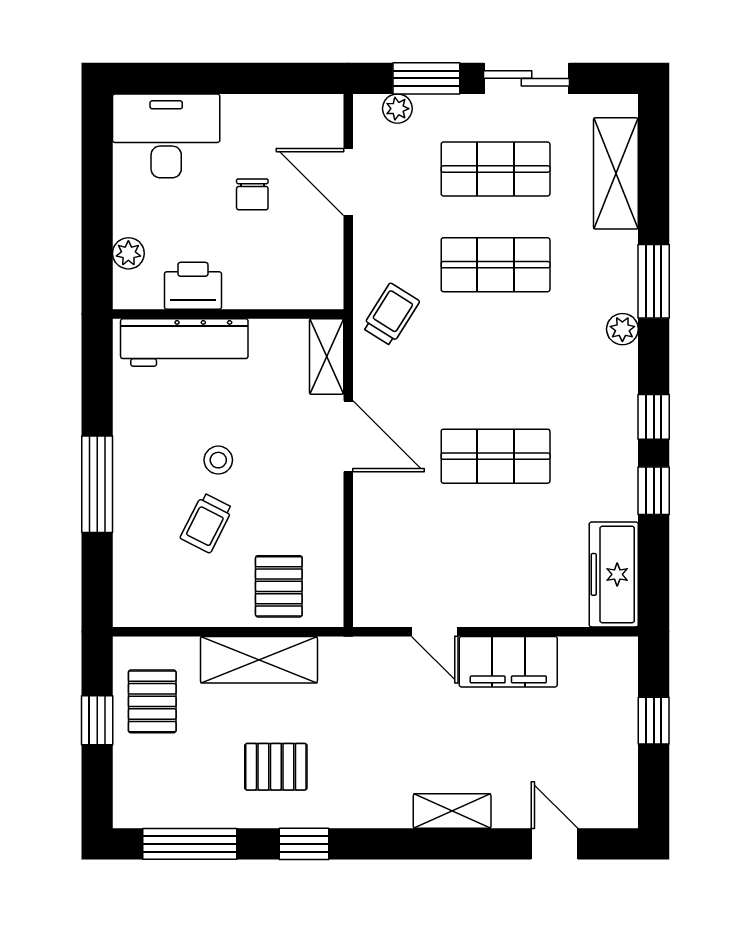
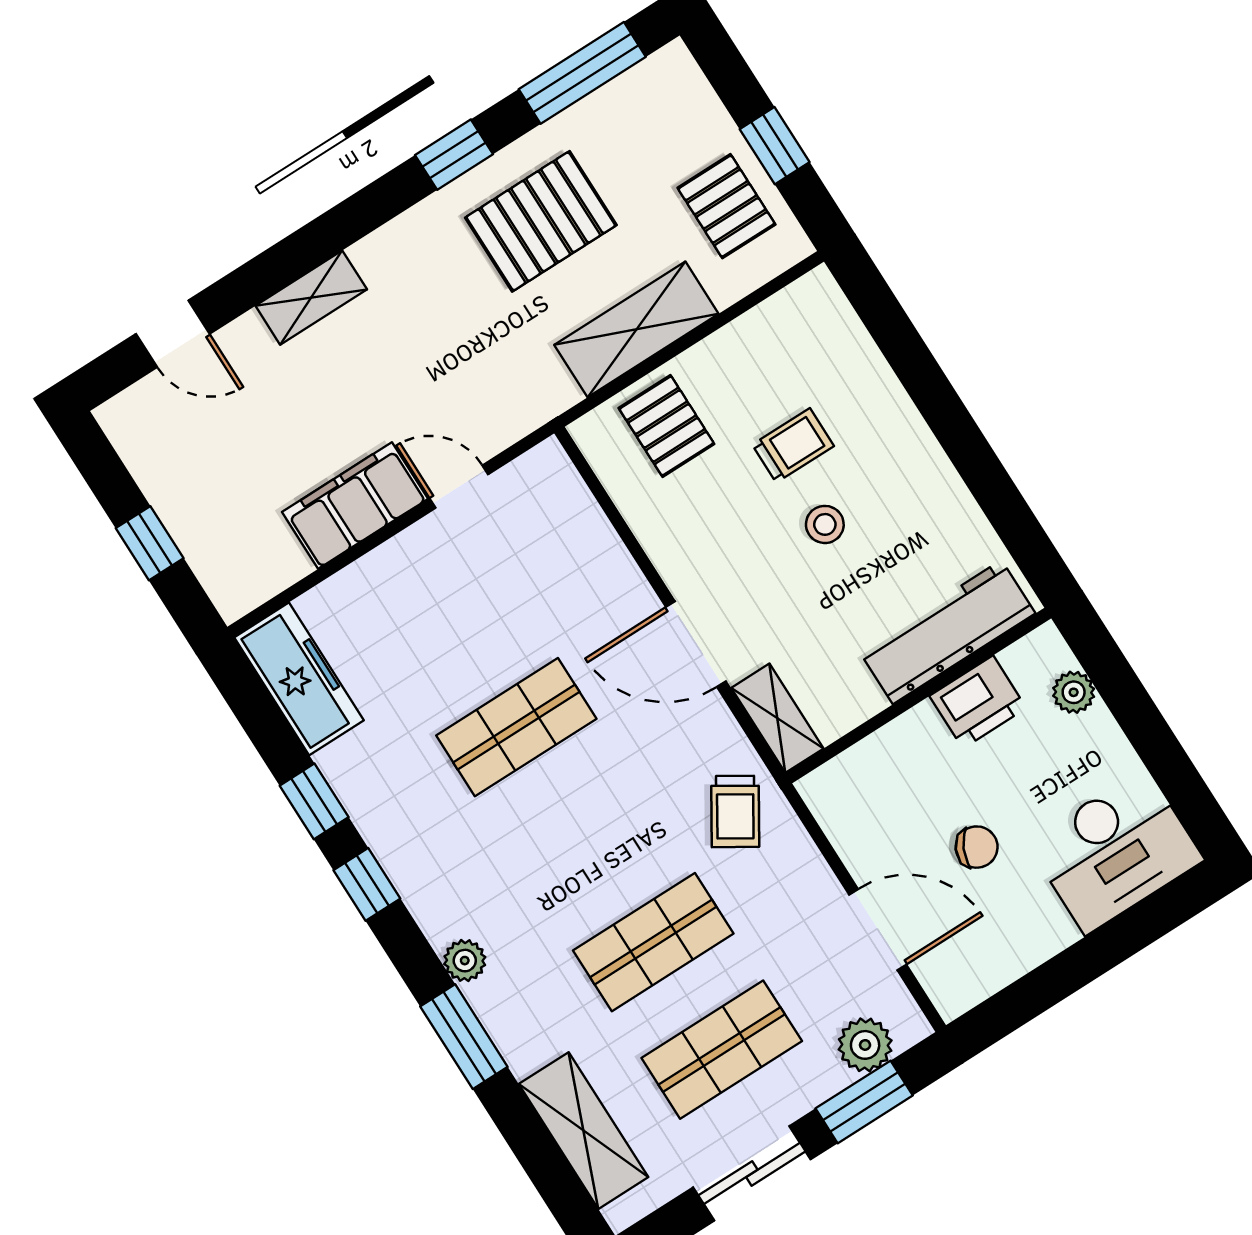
plant: (397, 109) -> (865, 1045), width x1.38, depth x1.38
chair: (252, 194) -> (977, 847), turned 116
window: (97, 484) -> (944, 411), removed
trolley: (206, 523) -> (793, 445), turned 63
pallet: (276, 767) -> (541, 221), width x1.50, depth x1.42

